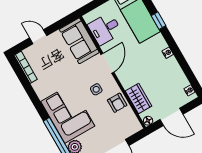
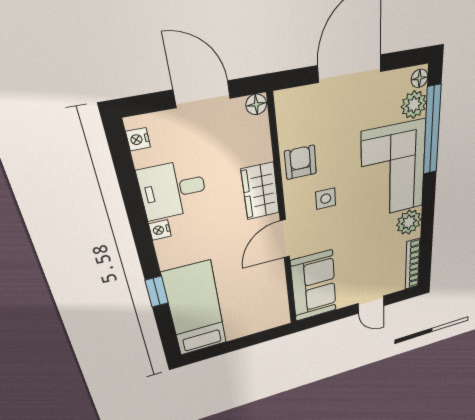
desk: (105, 29) -> (173, 190), moved, turned 180
plant: (43, 90) -> (409, 222), added
wardrobe: (139, 99) -> (260, 191), moved

